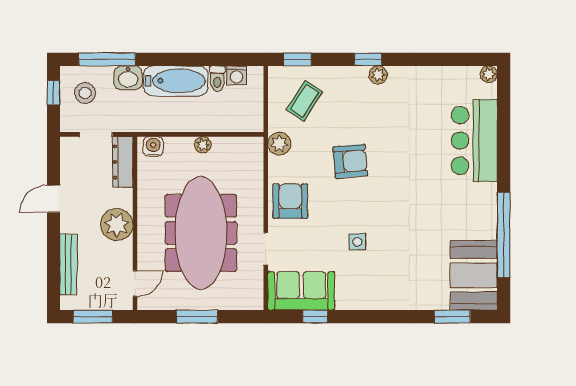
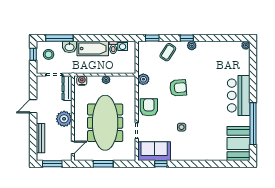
coffee table: (305, 101) -> (168, 52), moved
bar counter: (474, 140) -> (239, 95), moved
window: (452, 317) -> (228, 164), removed

